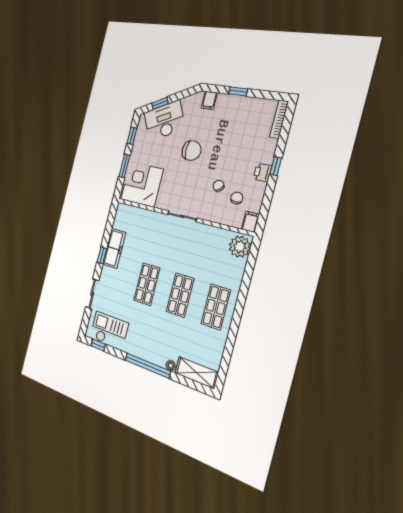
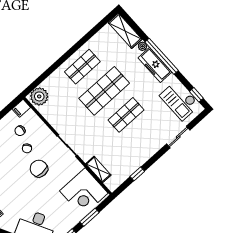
chair: (192, 151) -> (39, 169), moved
shelving: (141, 215) -> (98, 169), added
freezer: (114, 248) -> (155, 65), moved, turned -90
window: (102, 255) -> (137, 174), moved
shop shelf: (180, 295) -> (104, 91), width x1.43, depth x1.36

